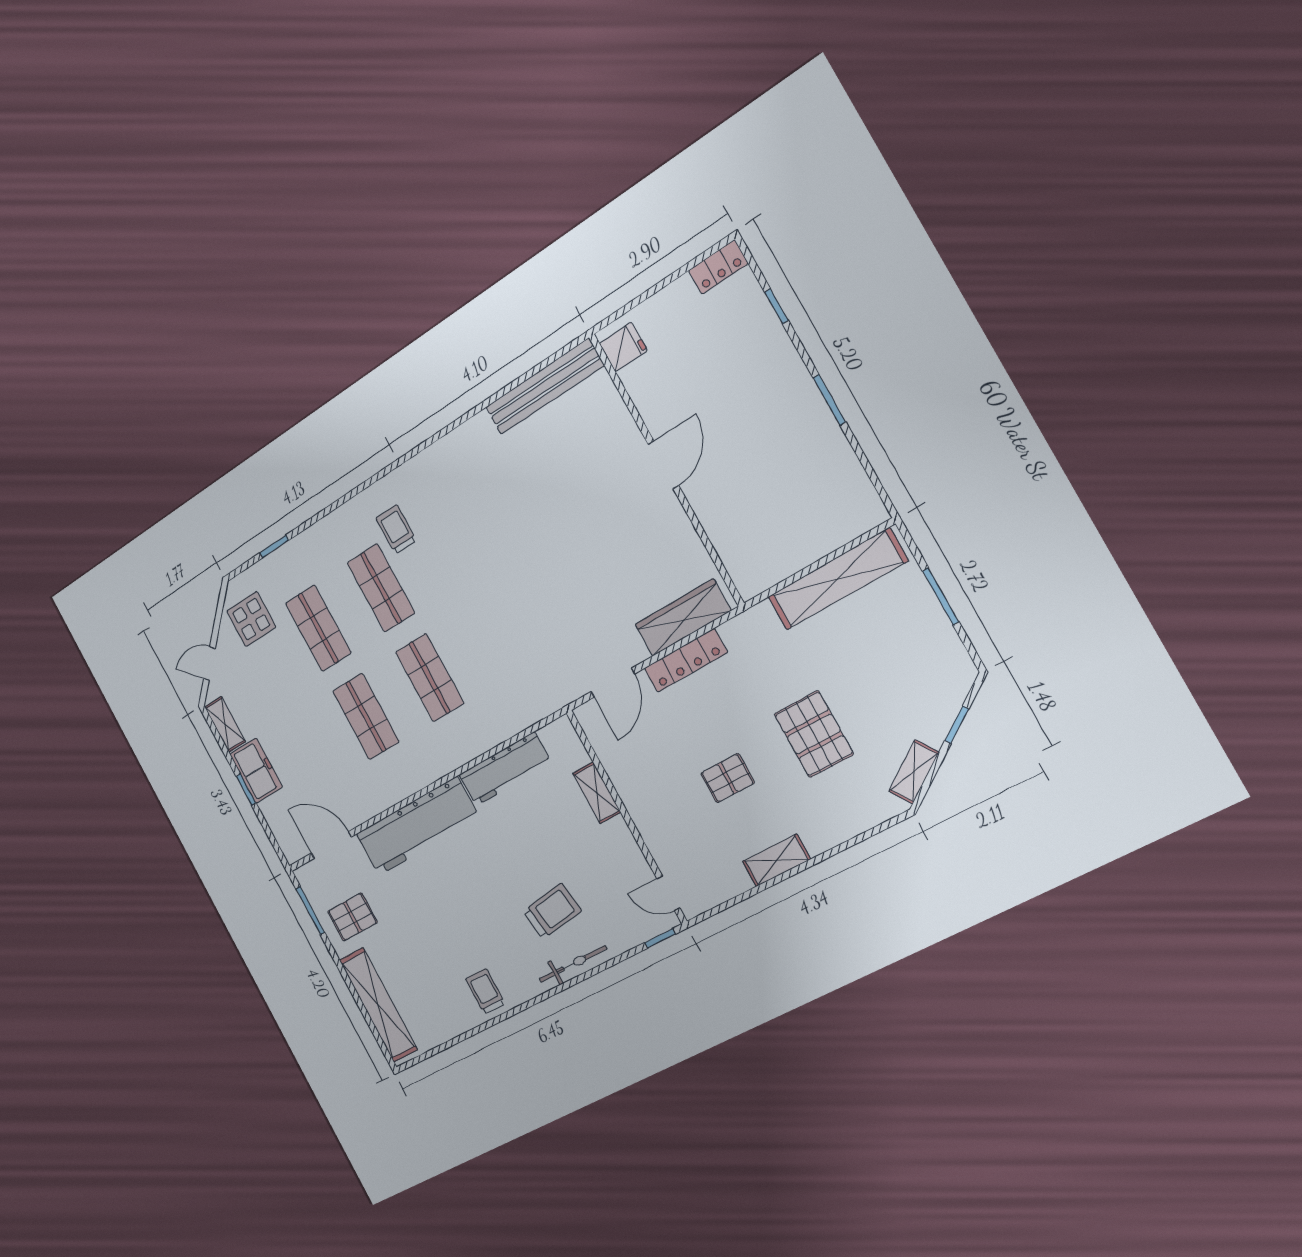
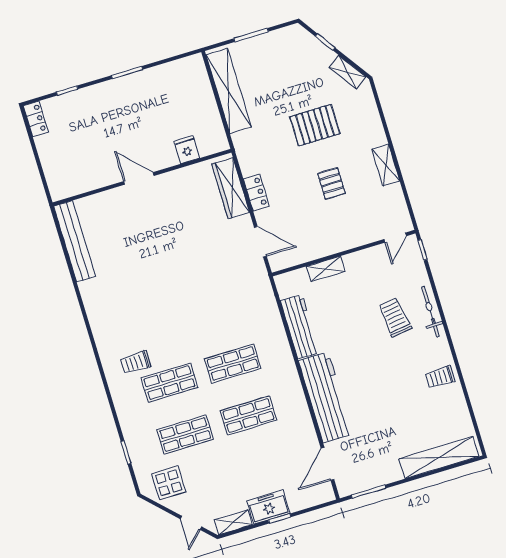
fridge: (623, 347) -> (187, 150), moved
locker: (686, 660) -> (256, 193), width x0.66
pallet: (352, 917) -> (377, 461), removed

